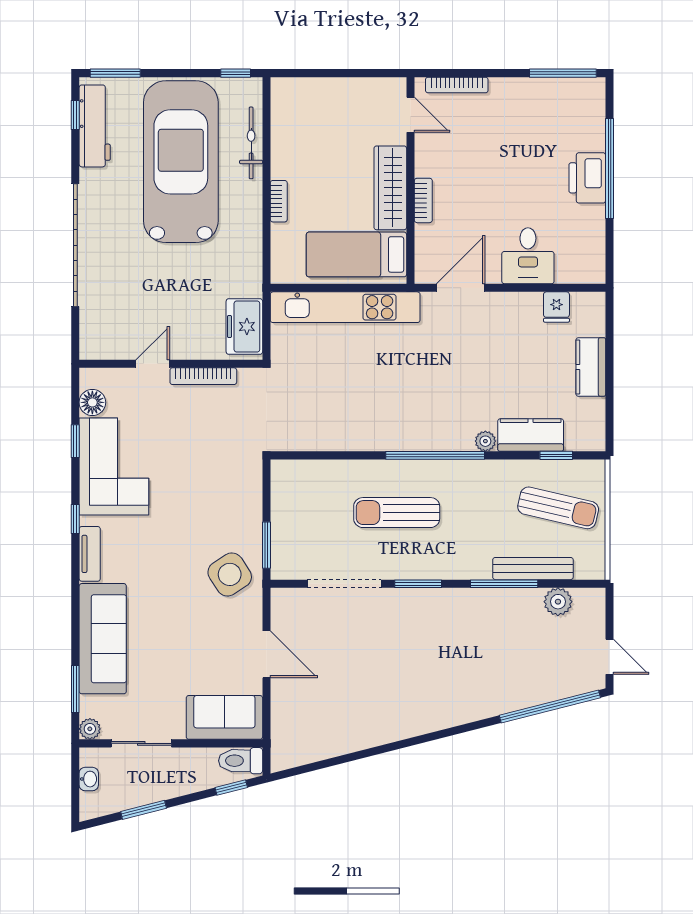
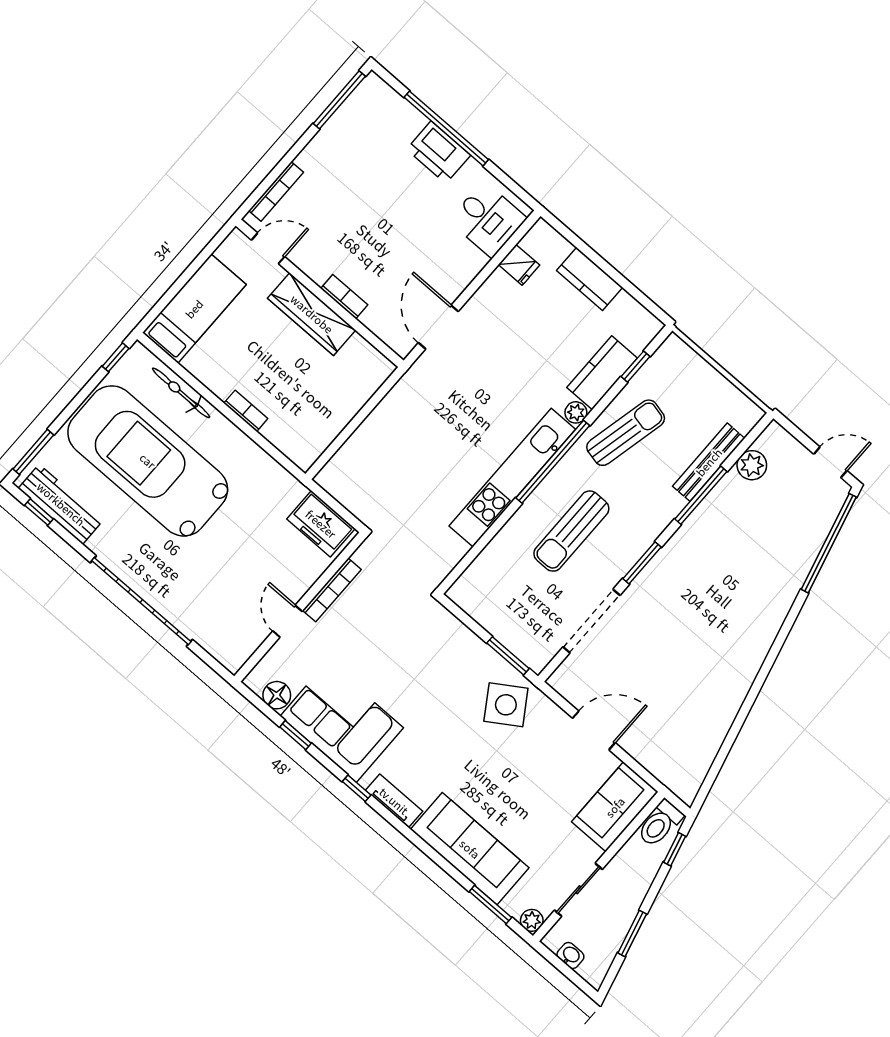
bed: (356, 254) -> (194, 309), moved, turned 180
desk: (528, 256) -> (488, 219), moved
kitchen unit: (345, 307) -> (512, 478), moved, turned 180
sun lounger: (558, 508) -> (626, 433), moved

